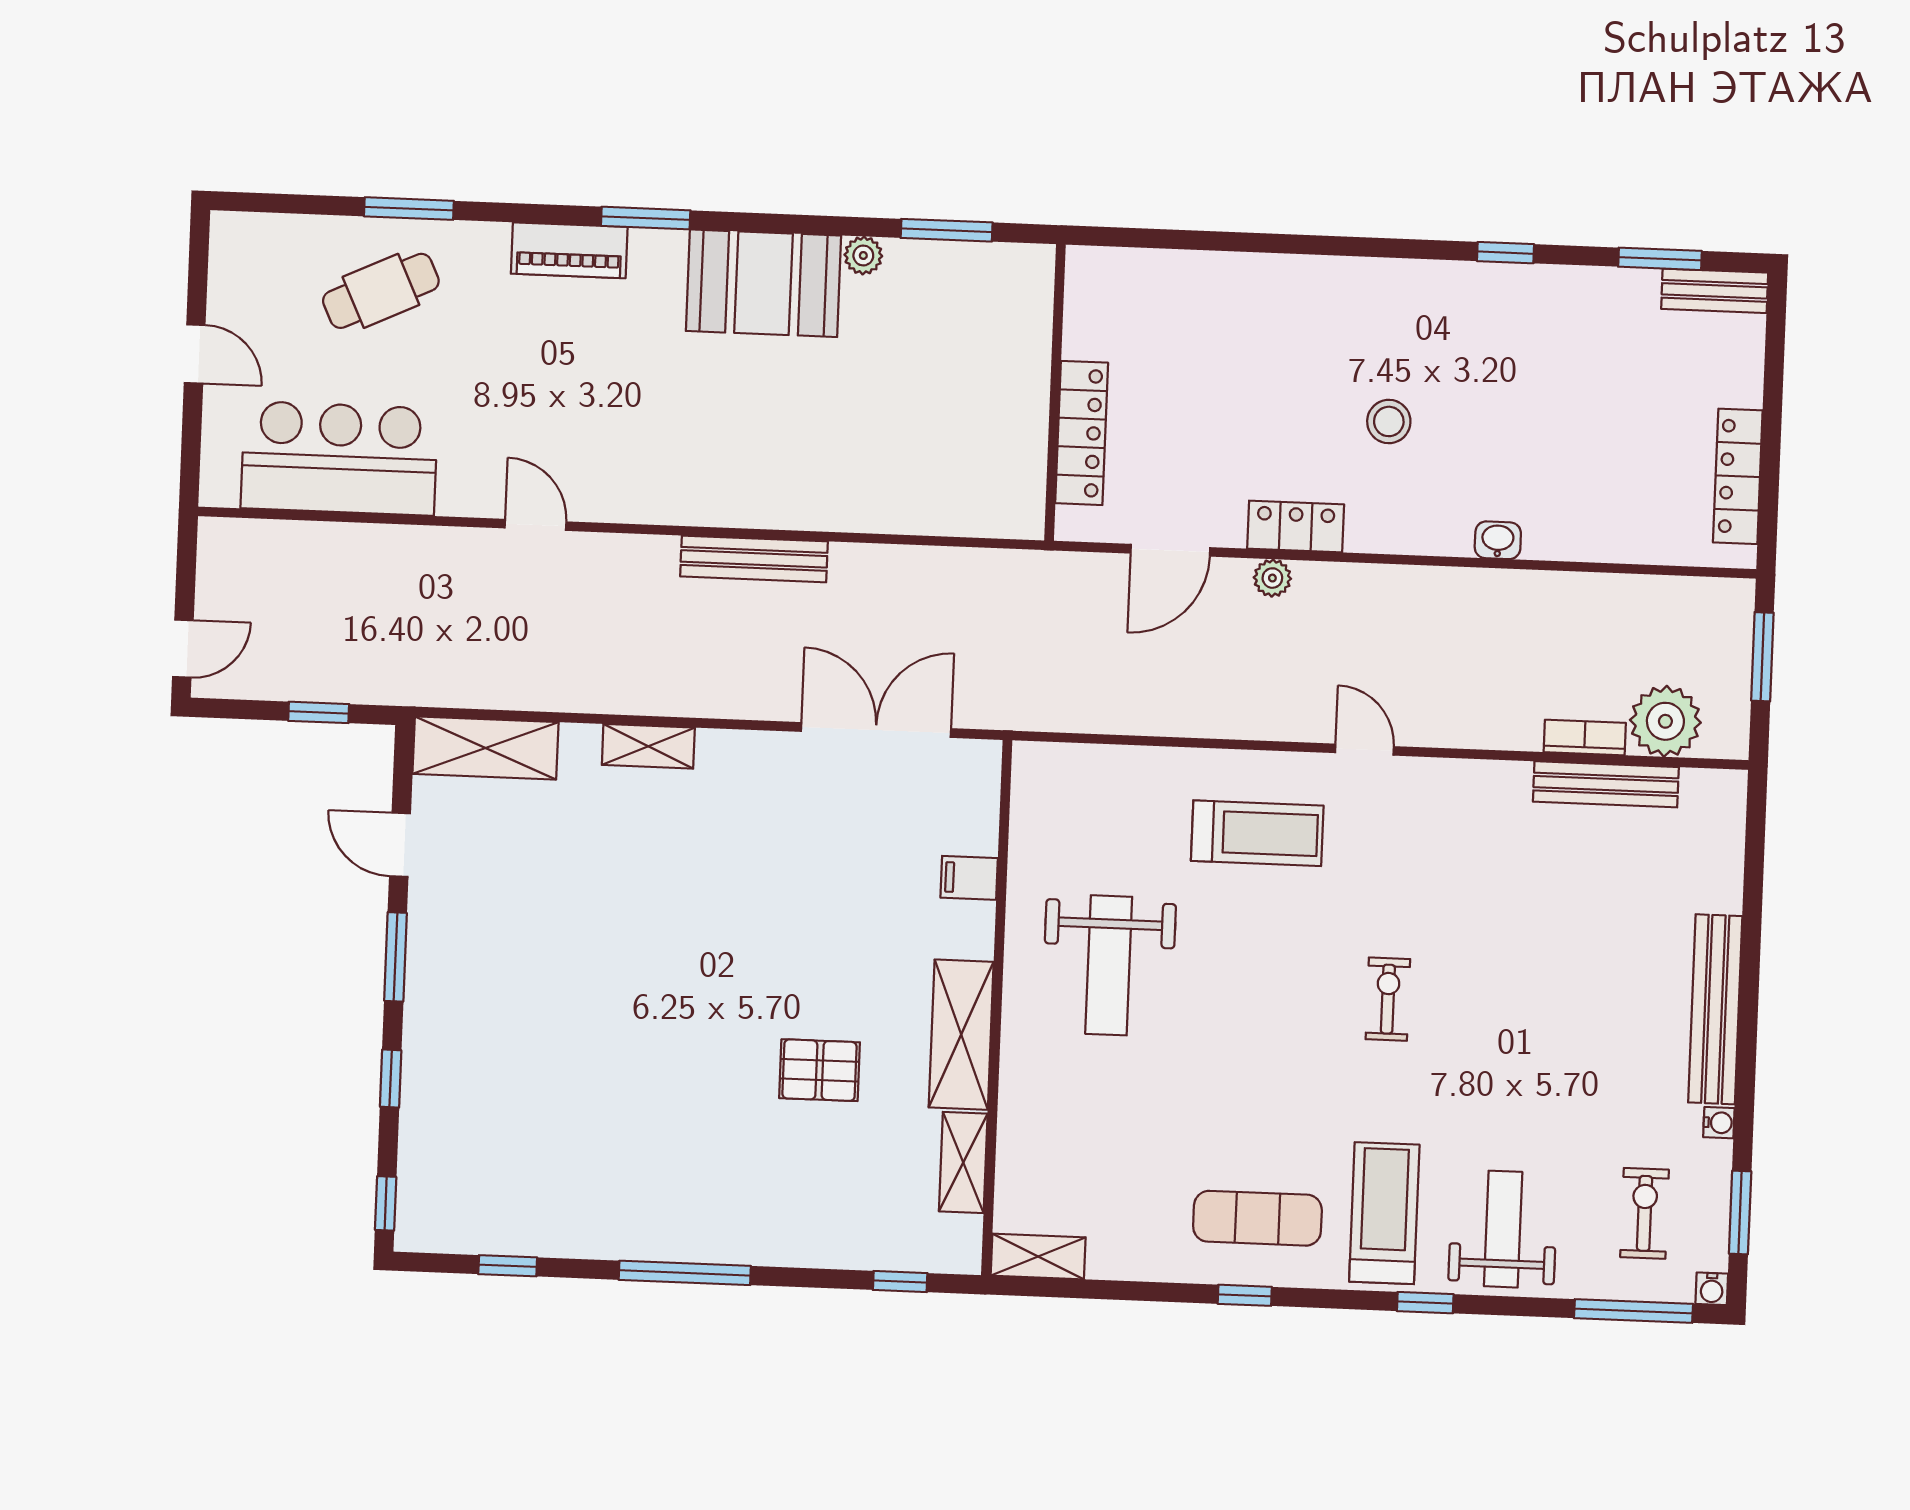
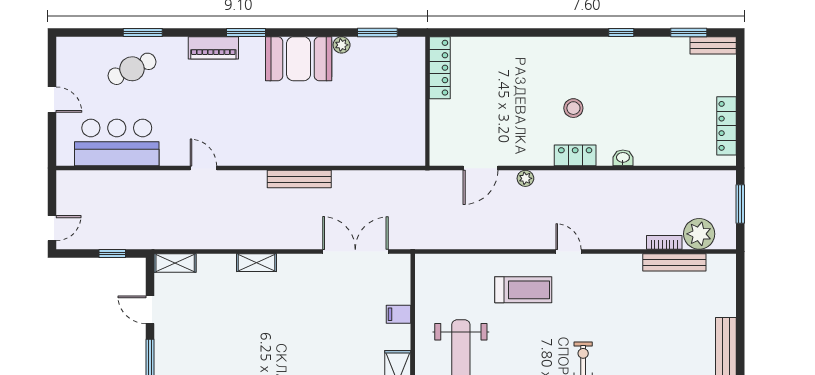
locker: (1082, 433) -> (440, 68), moved
locker: (1296, 527) -> (575, 155), moved
shelving: (485, 748) -> (175, 263), width x0.67, depth x0.75

